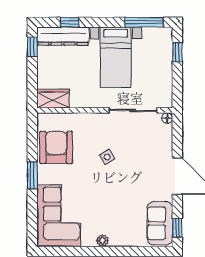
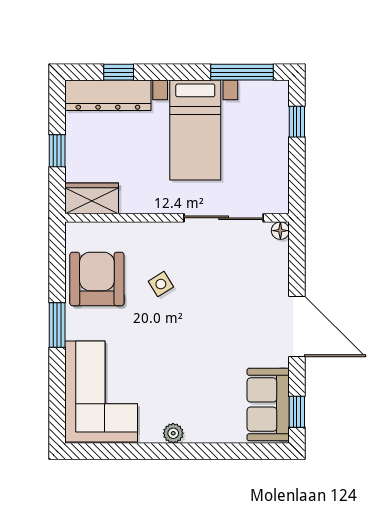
window: (32, 47) -> (57, 151), moved
side table: (107, 157) -> (161, 284), moved

